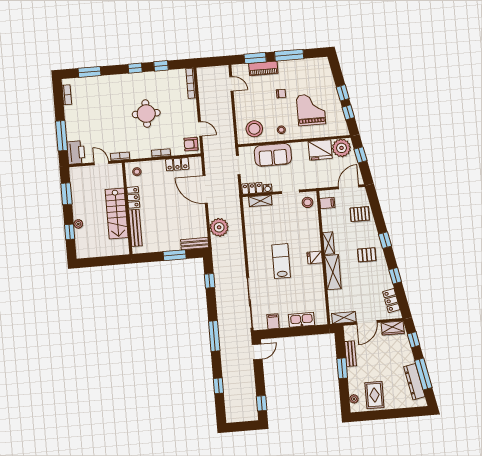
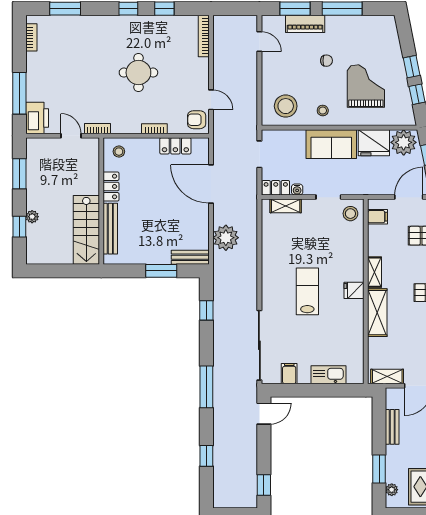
sofa: (273, 155) -> (331, 144), moved
stairs: (117, 214) -> (86, 230), moved
window: (342, 368) -> (379, 469), moved

